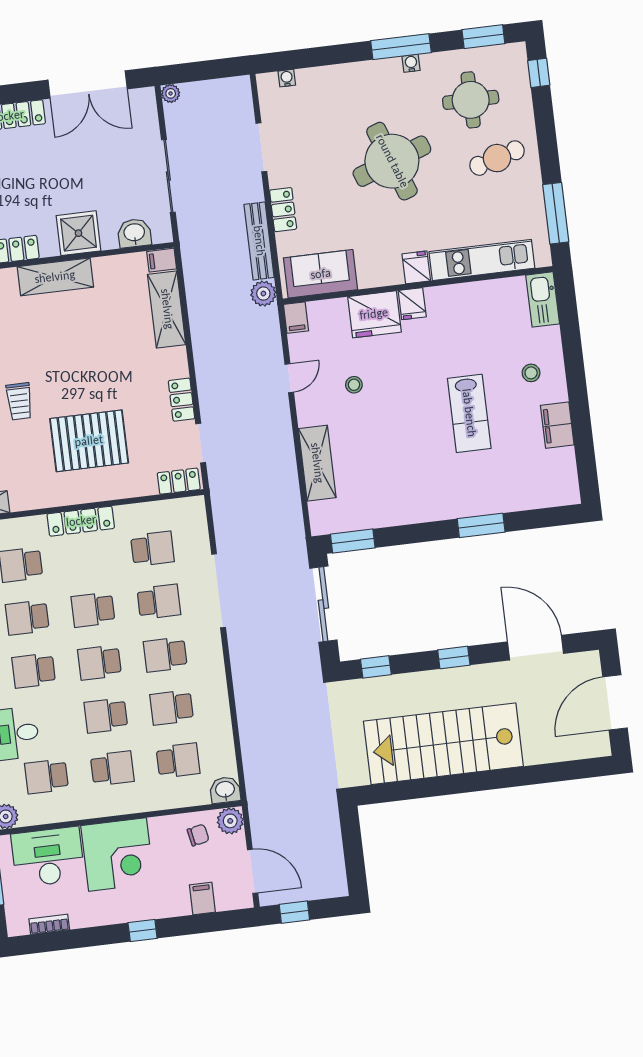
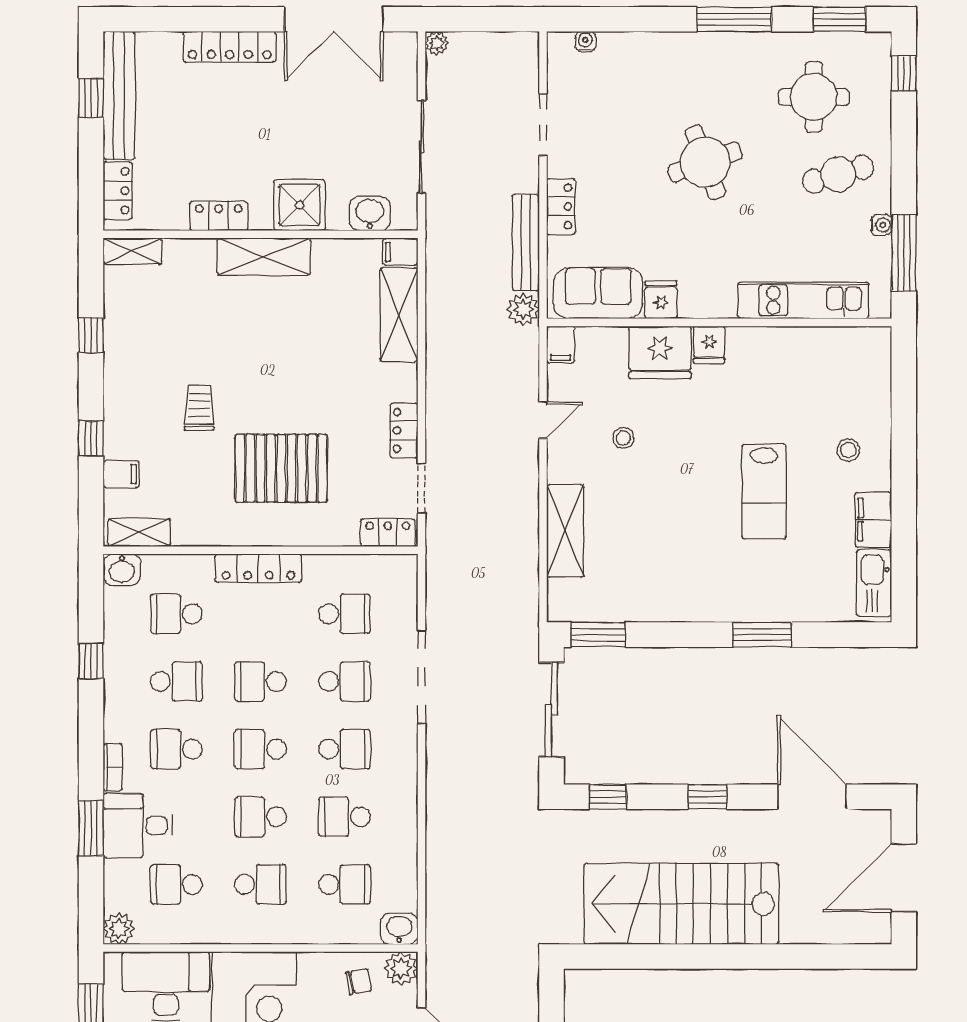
water cooler: (411, 63) -> (881, 225), moved, turned 90
round table: (392, 161) -> (705, 162), width x0.73, depth x0.73
fridge: (416, 267) -> (661, 300), moved
kitchen sink: (543, 299) -> (874, 583), moved
trolley: (19, 401) -> (199, 408), turned 180
school desk: (27, 618) -> (176, 681), turned 180
school desk: (165, 655) -> (345, 749), turned 180

